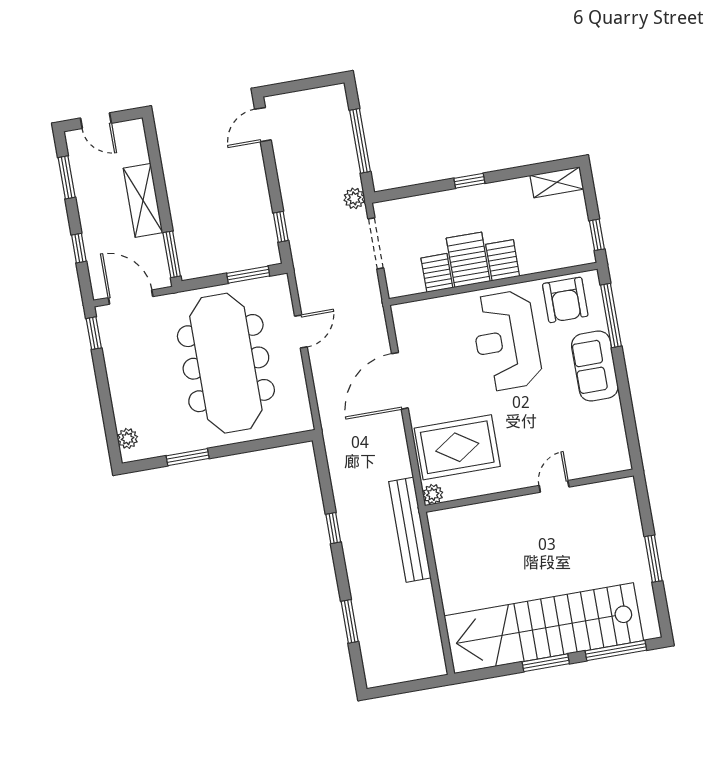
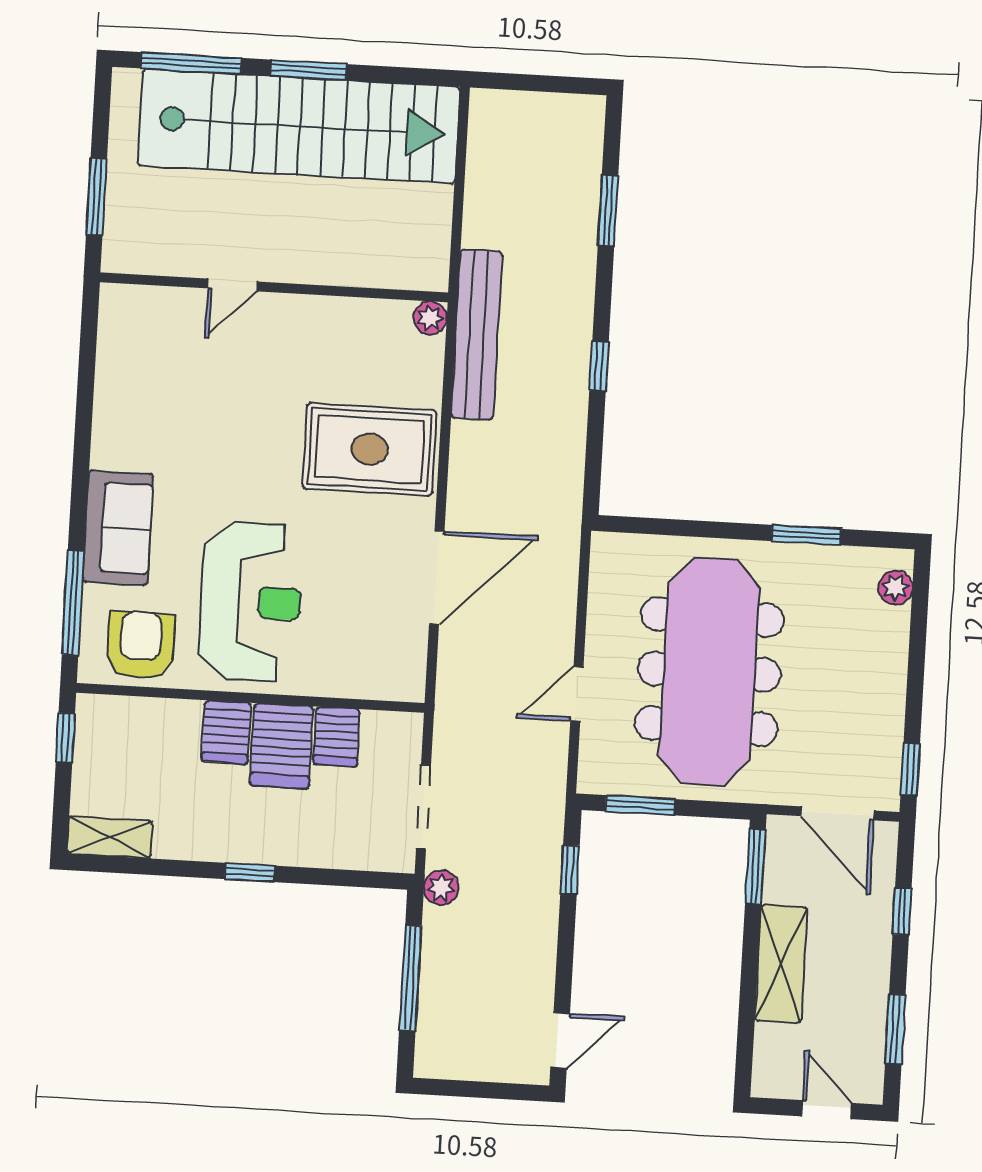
door: (554, 486) -> (233, 285), moved
wall: (529, 491) -> (274, 287), moved
plant: (433, 494) -> (430, 318), moved

